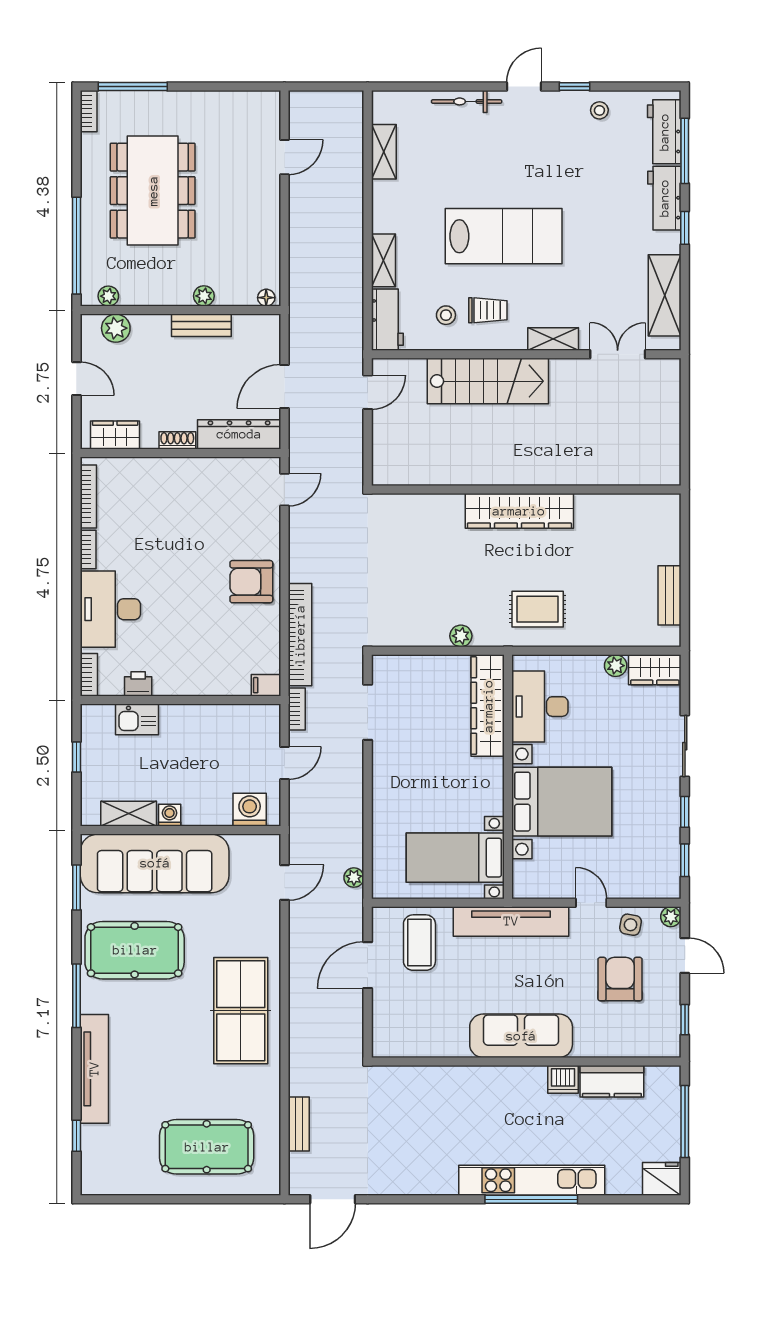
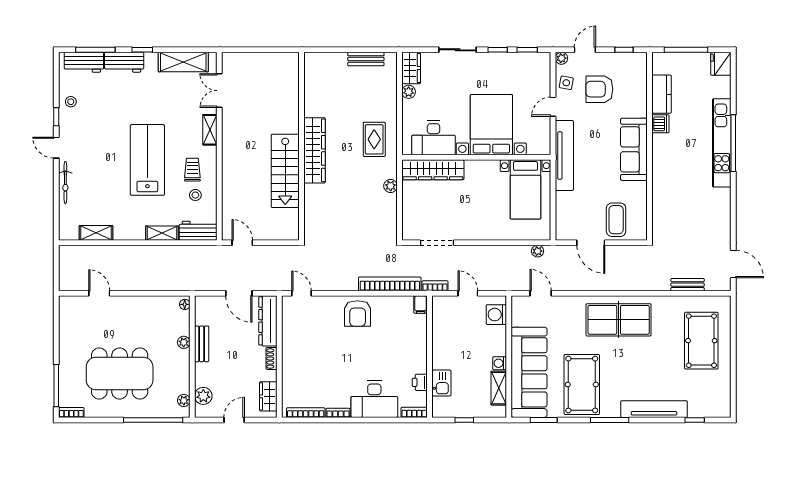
stairs: (488, 381) -> (285, 171), moved, turned 180
coffee table: (419, 943) -> (616, 220), moved, turned 90

